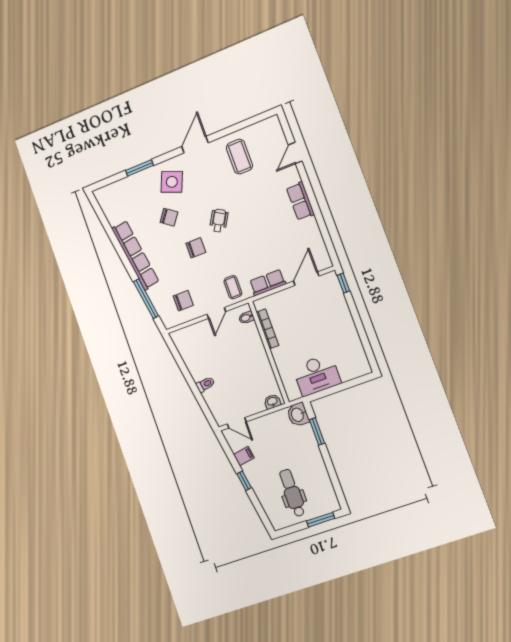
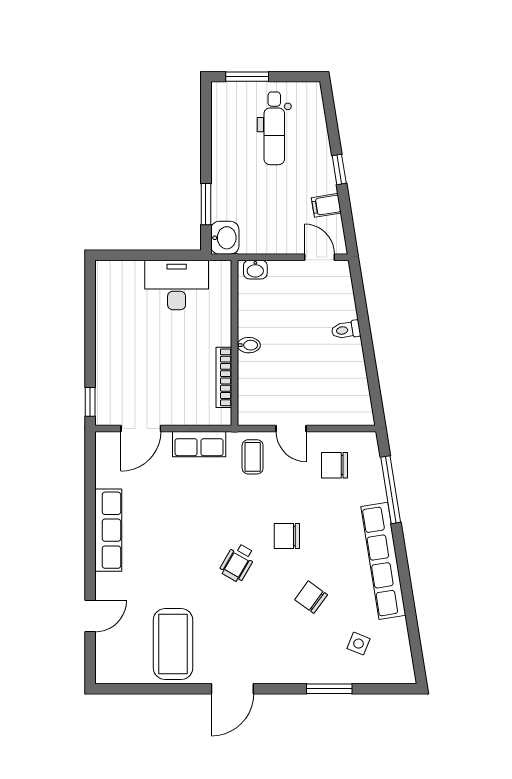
coffee table: (239, 157) -> (173, 644), width x1.36, depth x1.32
side table: (172, 182) -> (359, 644), moved, width x0.54, depth x0.54
row of seats: (300, 201) -> (108, 530), width x1.48
door: (216, 313) -> (291, 429), swing flipped
bidet: (246, 318) -> (249, 345), moved

